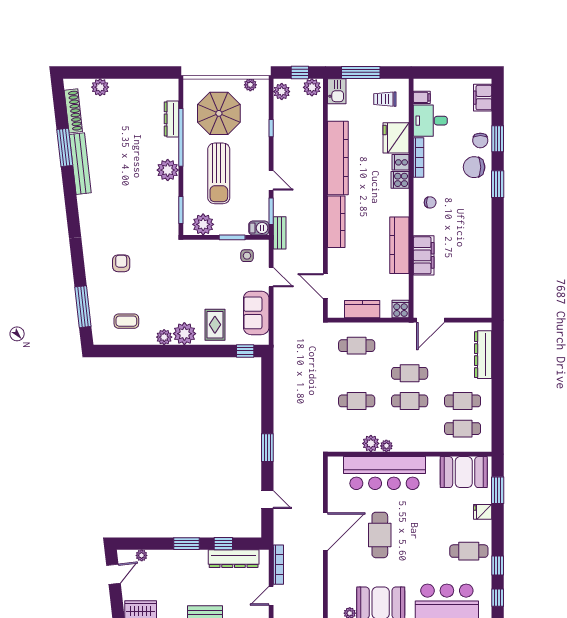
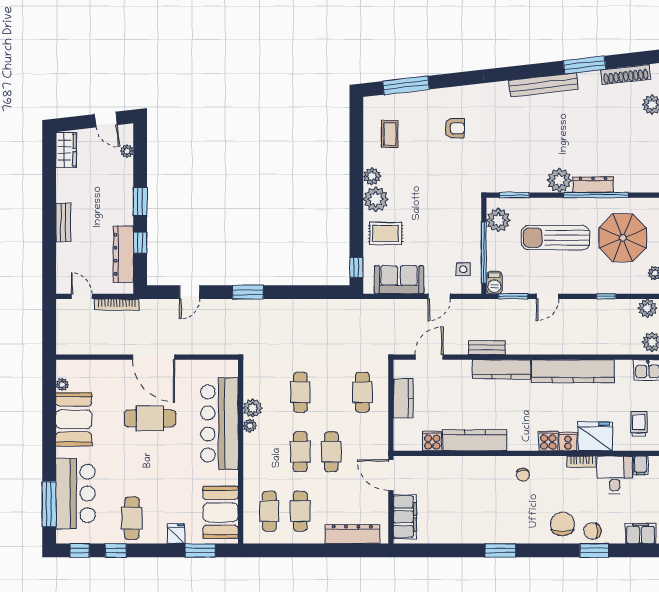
dresser: (171, 119) -> (593, 185), moved
bookcase: (418, 158) -> (581, 462), width x0.64
bench: (80, 164) -> (543, 85), moved
window: (498, 184) -> (500, 550), moved
bench: (280, 233) -> (487, 348), moved
window: (232, 237) -> (484, 253), width x2.11
filing cabinet: (424, 255) -> (405, 517), moved, turned -90
cooker: (400, 309) -> (432, 441), moved, turned -90

